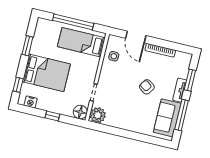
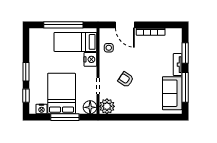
window: (27, 46) -> (26, 72), moved
nightstand: (92, 64) -> (90, 59), added
bed: (46, 73) -> (62, 94), moved, turned -90
armchair: (147, 87) -> (126, 79), moved
window: (52, 116) -> (65, 117), width x2.17

